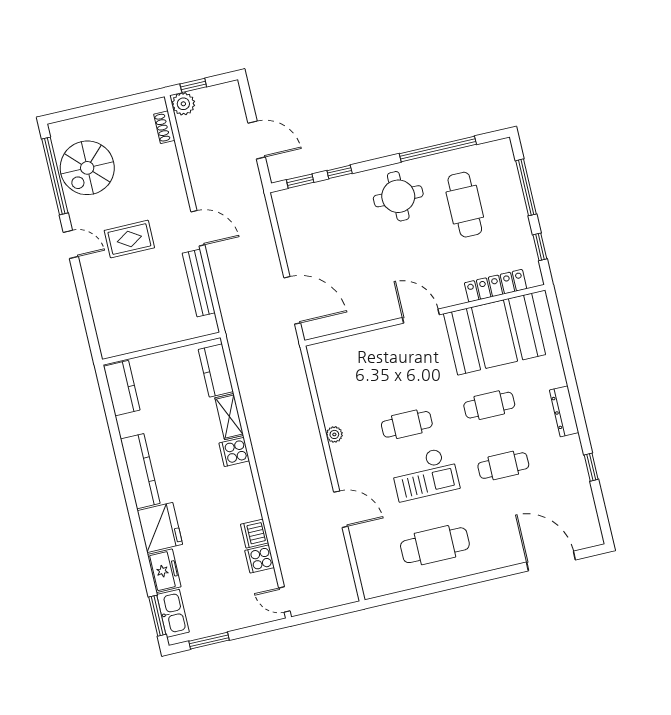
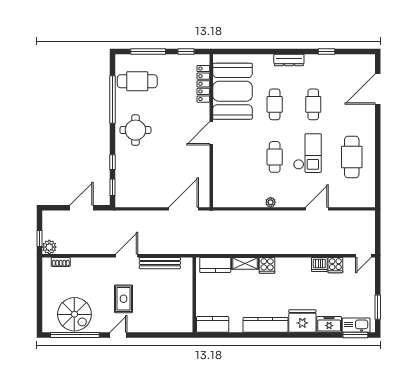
cafe table: (465, 205) -> (137, 81), moved

